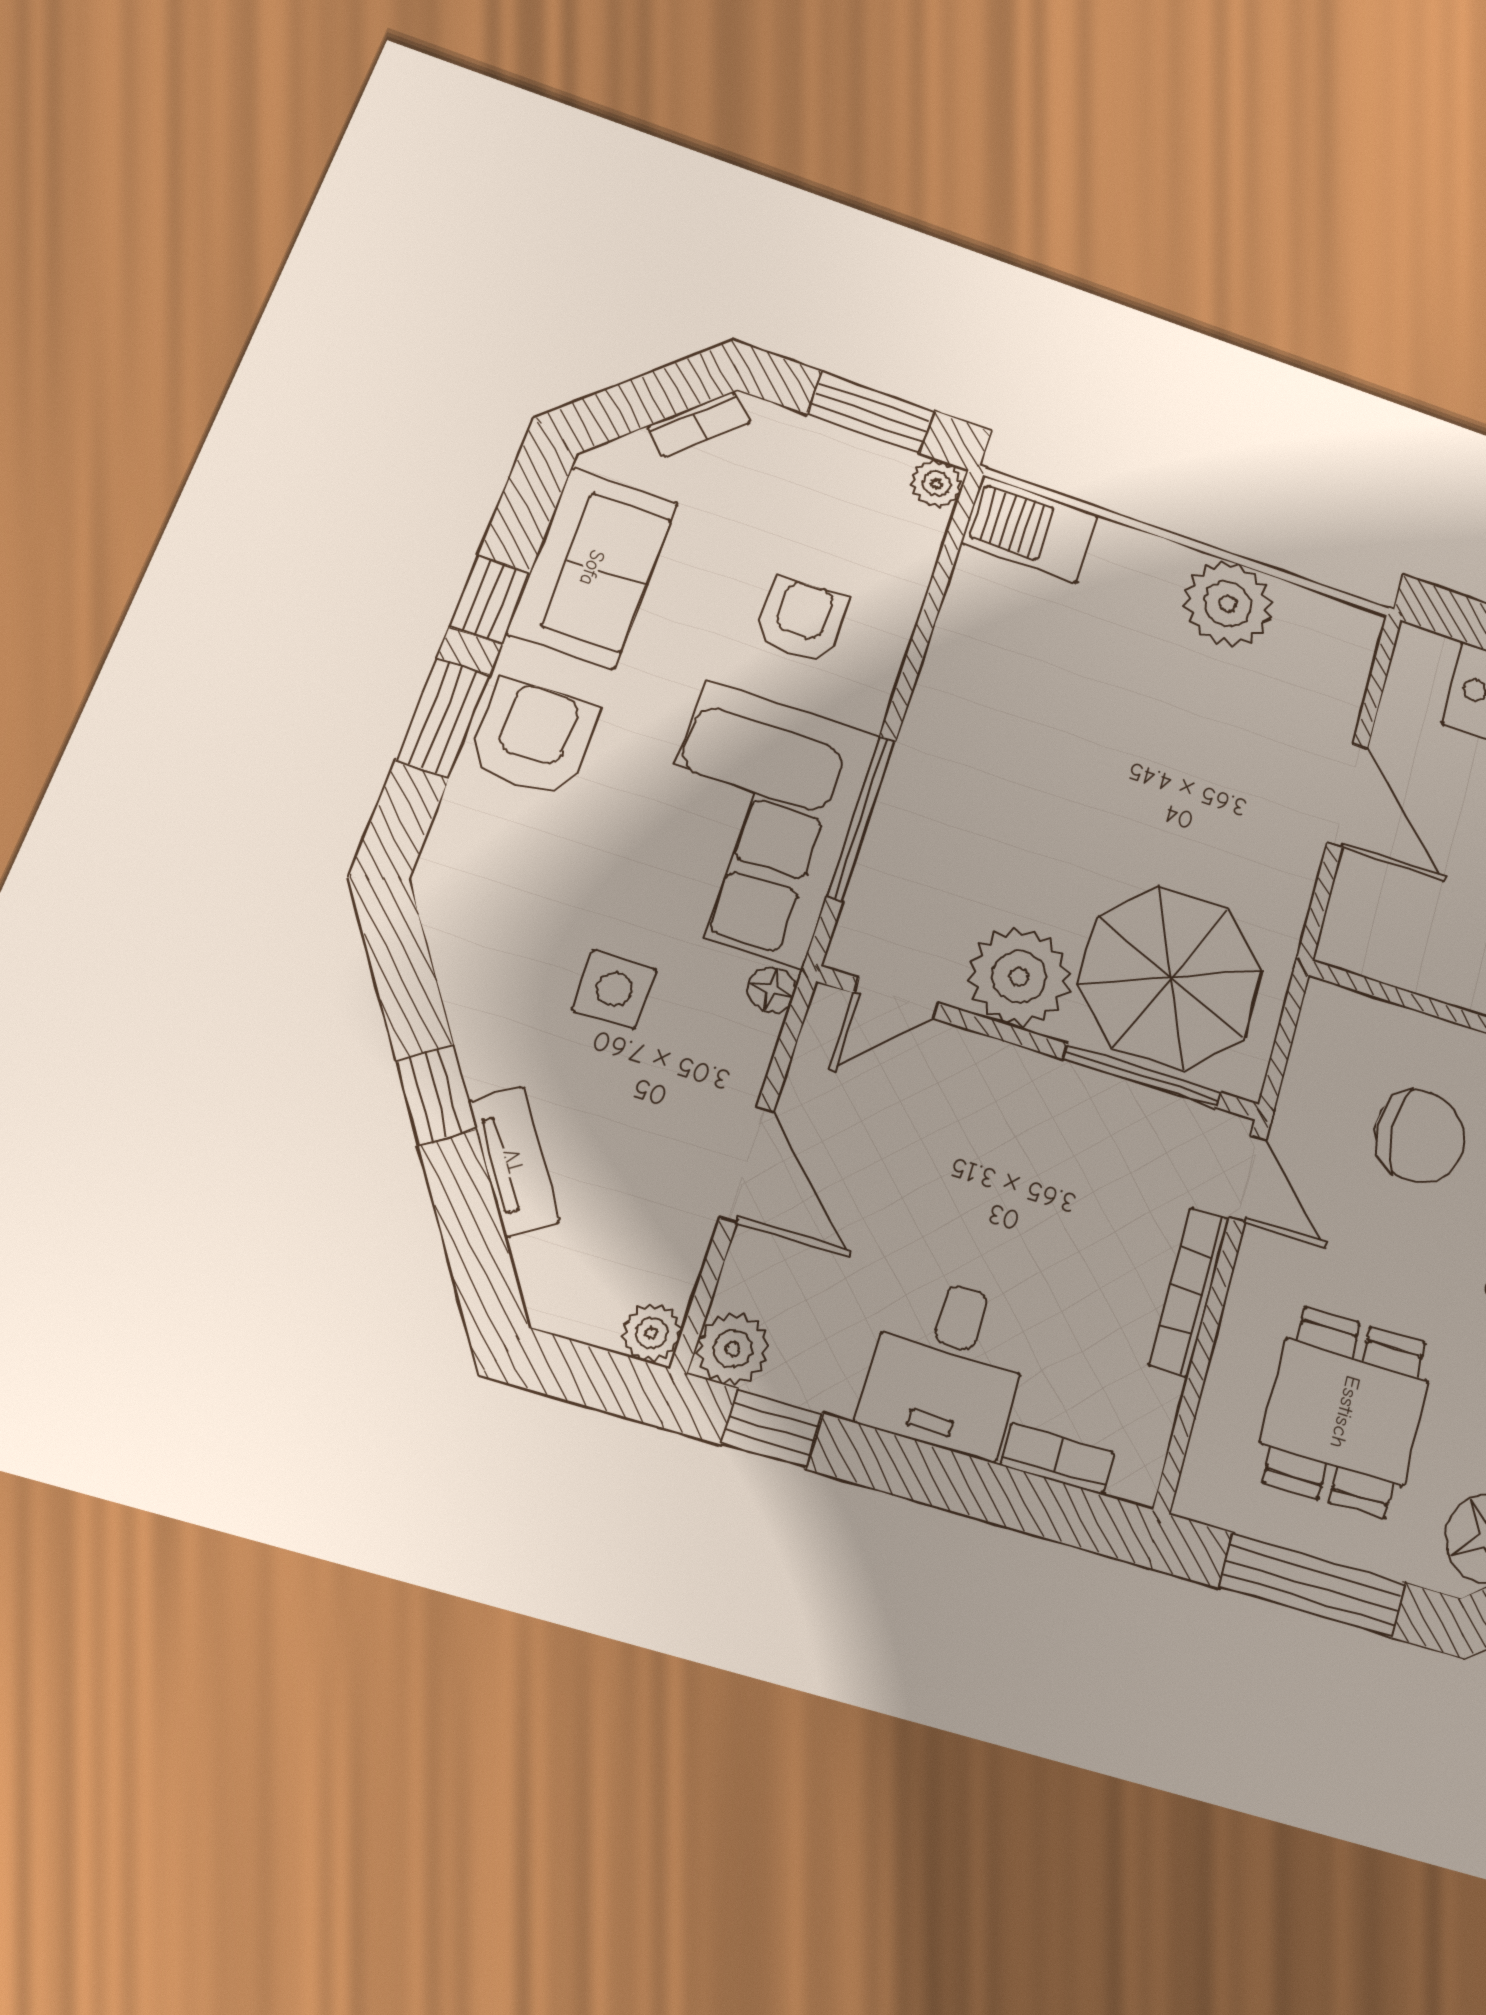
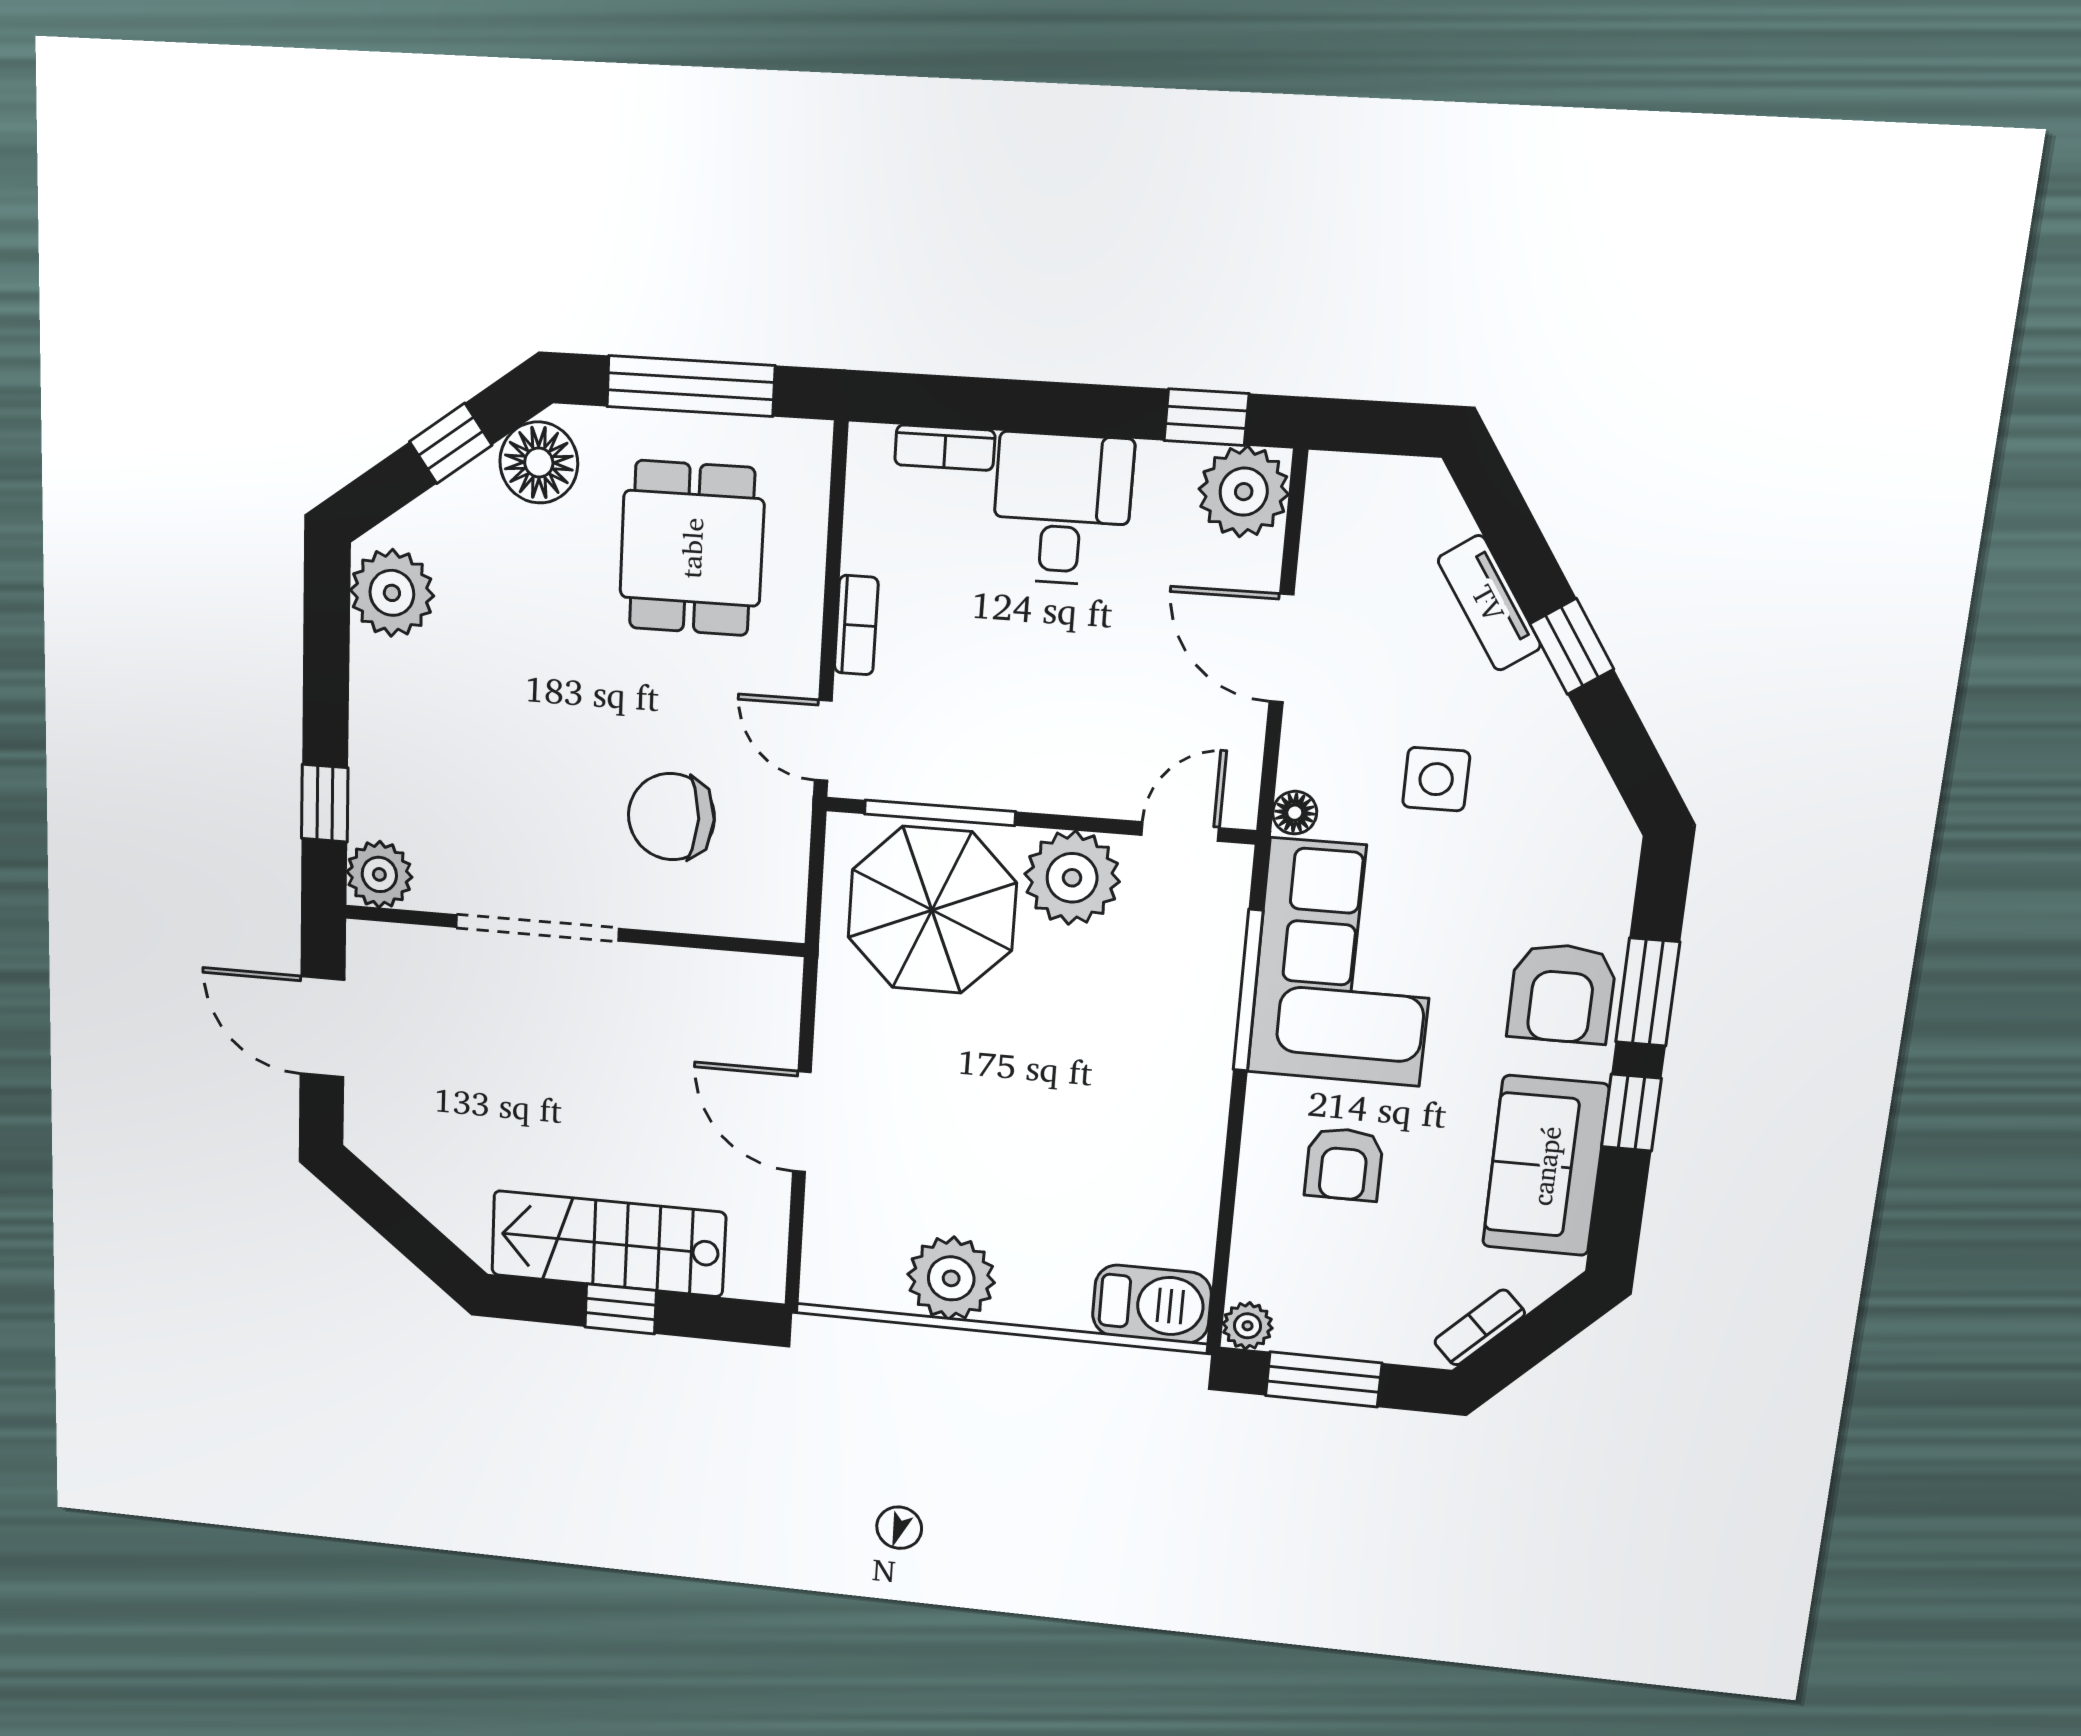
bookcase: (1189, 1292) -> (856, 625), width x0.64
plant: (651, 1333) -> (1332, 478), removed
plant: (733, 1349) -> (1244, 492), width x1.36, depth x1.36

